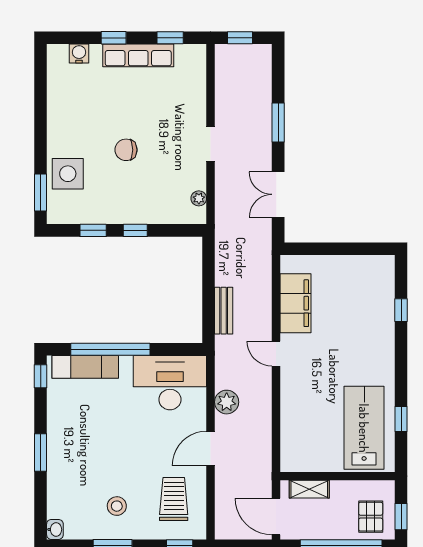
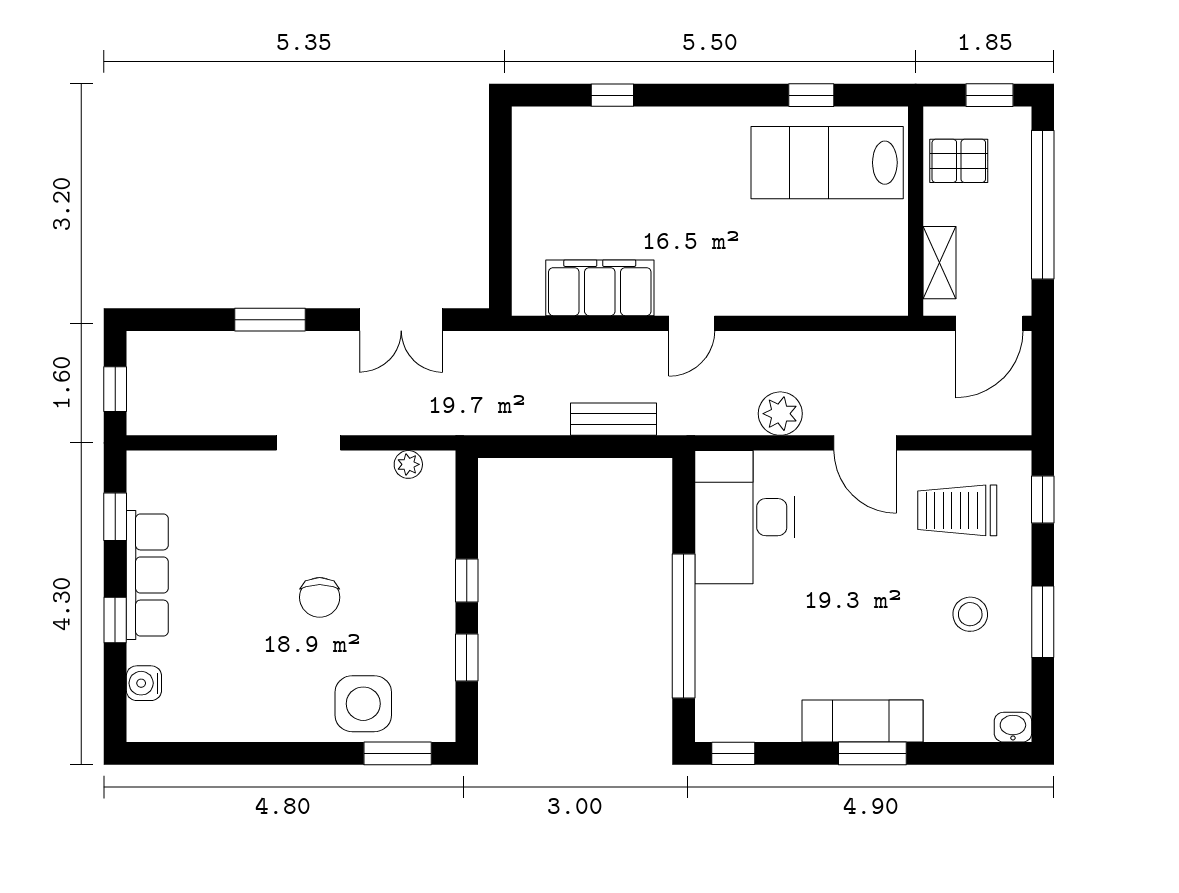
exam couch: (85, 367) -> (862, 721), moved, turned -90
pallet: (371, 517) -> (959, 161), moved

